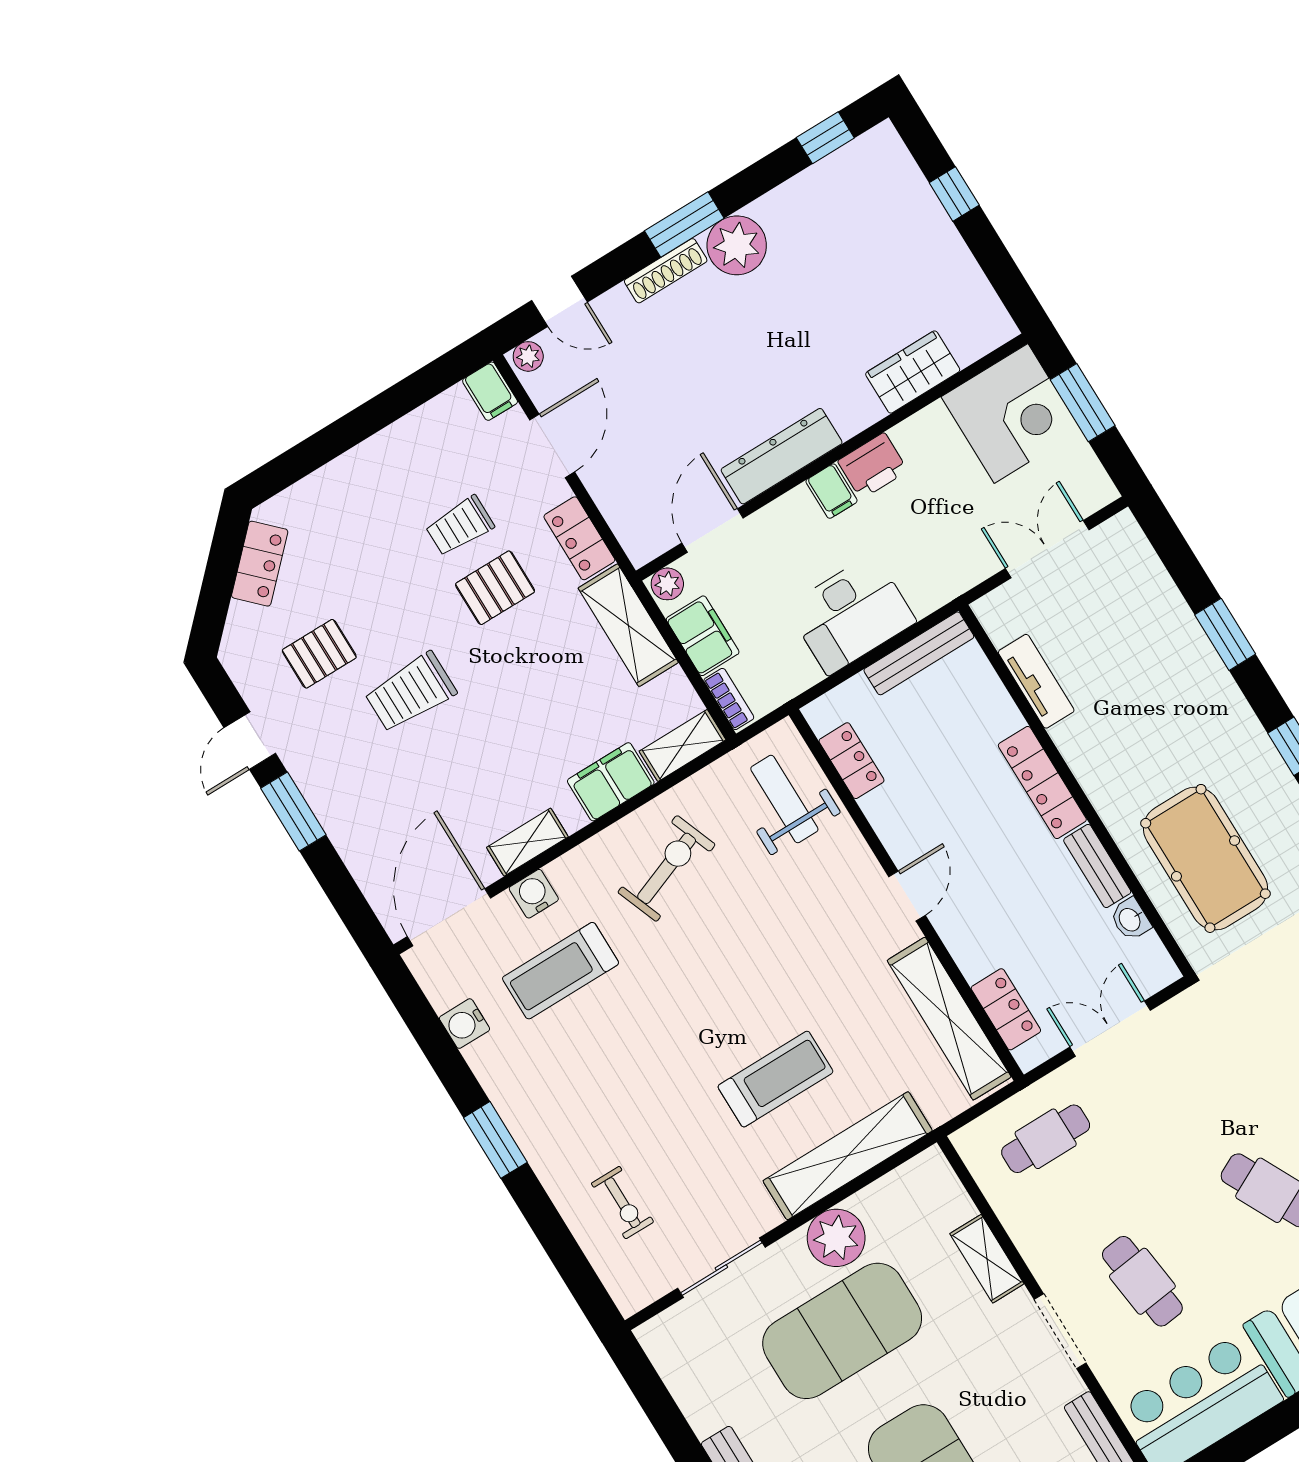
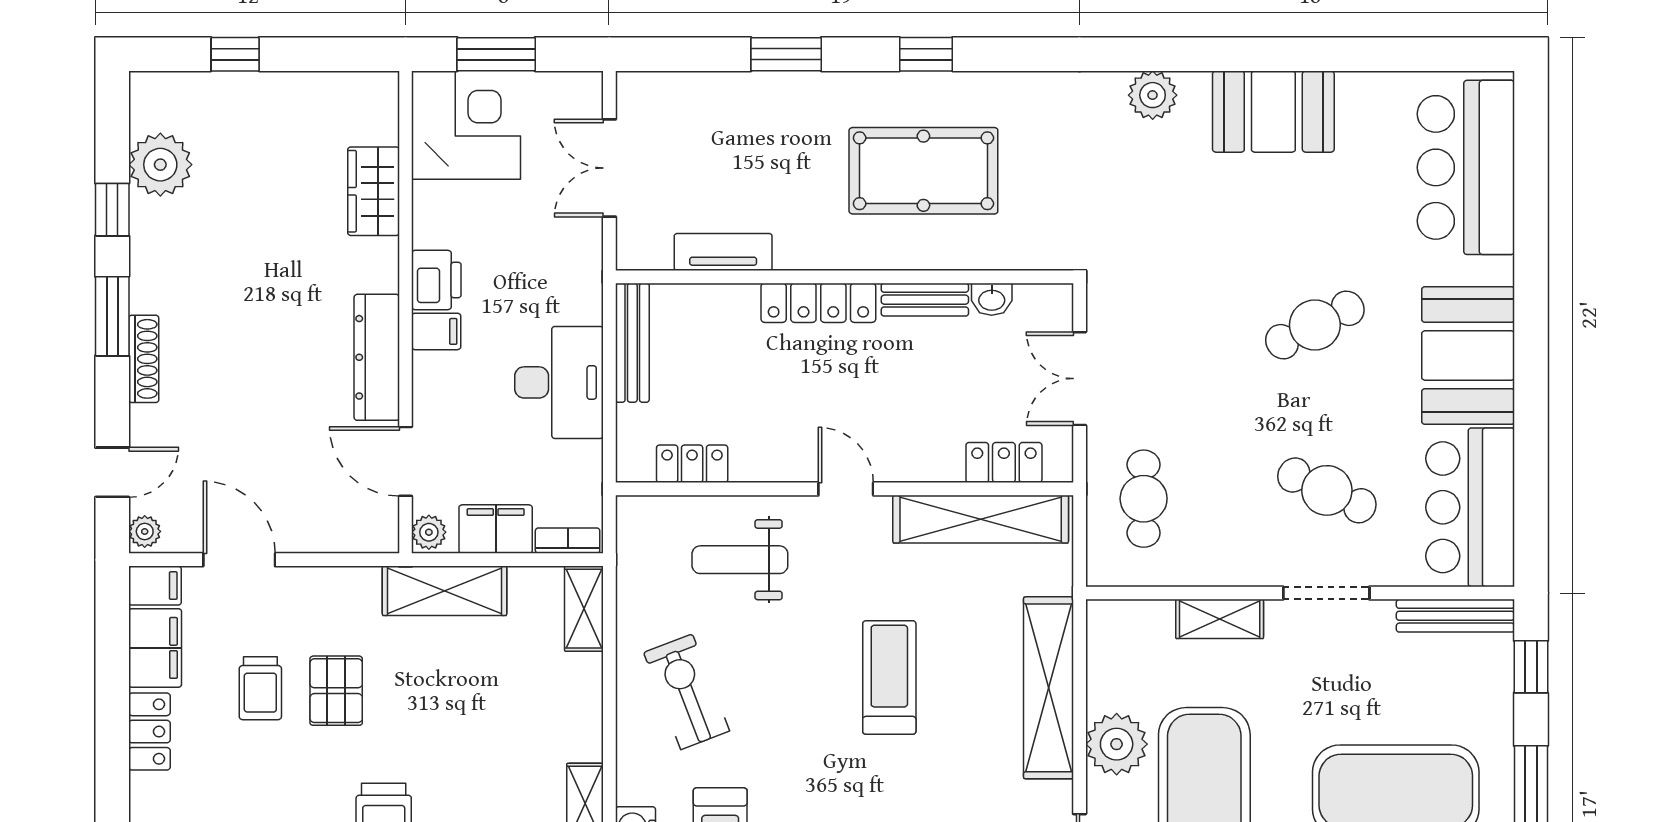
window: (825, 138) -> (112, 210), moved
plant: (737, 245) -> (160, 165), moved
locker: (579, 538) -> (149, 732), moved, turned -90
filing cabinet: (611, 782) -> (155, 648), moved, turned 180
weight bench: (784, 799) -> (740, 560), moved
pool table: (1205, 858) -> (923, 171), moved
treadmill: (776, 1079) -> (889, 677), moved
cafe table: (1142, 1281) -> (1327, 490), turned 32

